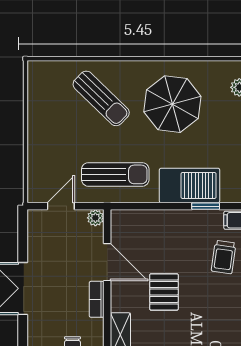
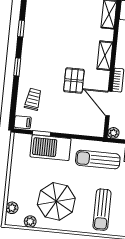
plant: (209, 69) -> (30, 222), added
sun lounger: (101, 98) -> (102, 210), turned -134

